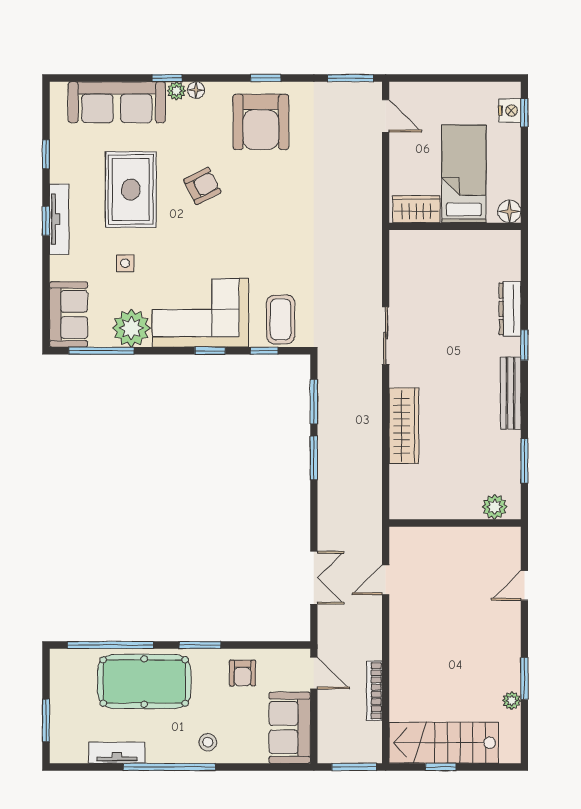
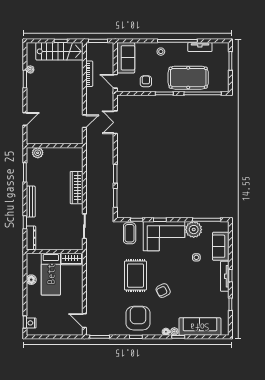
bed: (464, 174) -> (51, 274), moved
rug: (131, 190) -> (135, 276), moved
wardrobe: (416, 209) -> (71, 259), moved
wall: (455, 226) -> (55, 252), moved
sofa: (68, 314) -> (221, 246), moved

